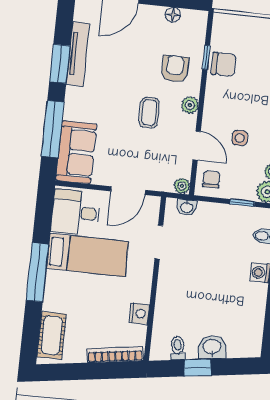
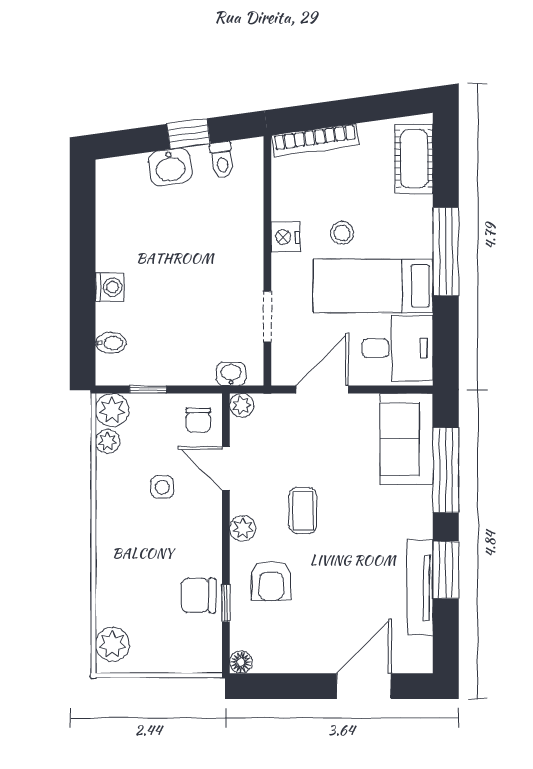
floor lamp: (173, 15) -> (241, 662), moved
stool: (104, 292) -> (342, 233), added
nightstand: (139, 314) -> (285, 237), moved

